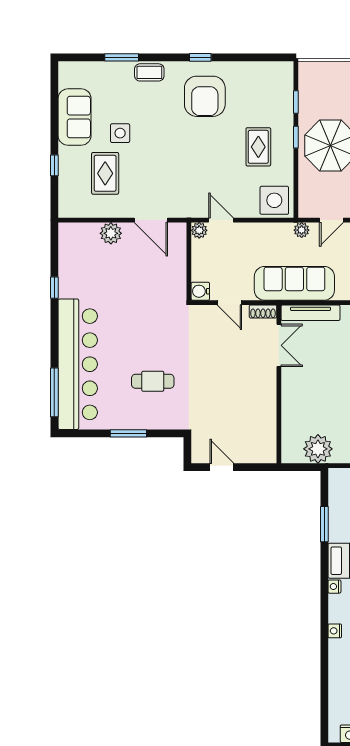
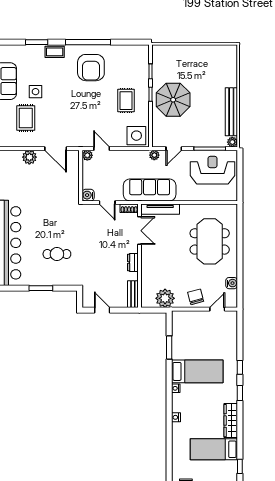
window: (200, 57) -> (88, 42), width x3.17
dresser: (269, 394) -> (133, 263), added
bench: (269, 443) -> (133, 294), added

